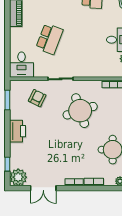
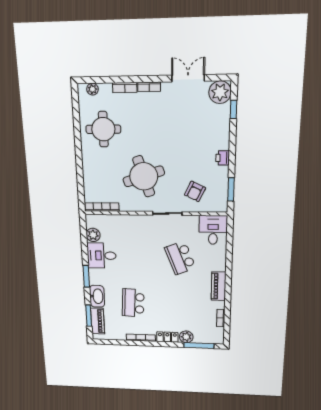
school desk: (50, 39) -> (180, 258), turned -42
printer: (18, 131) -> (223, 158), width x0.53, depth x0.68

